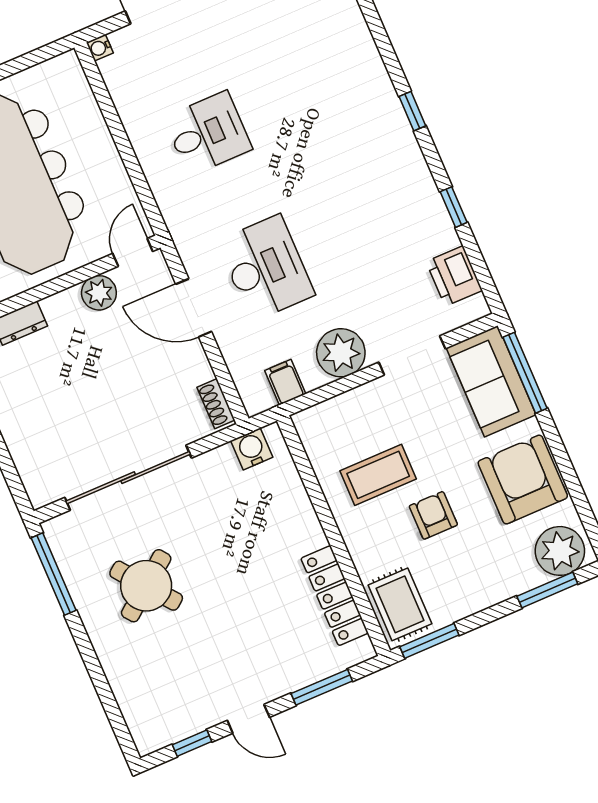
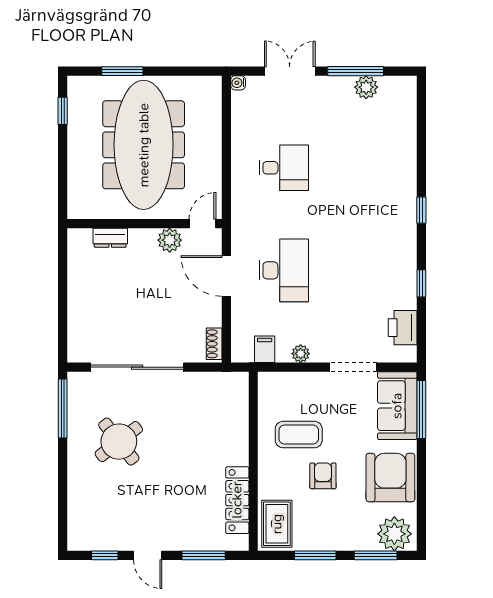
plant: (341, 353) -> (301, 354), width x0.53, depth x0.53
water cooler: (252, 449) -> (225, 383), removed
window: (429, 641) -> (315, 555), moved

